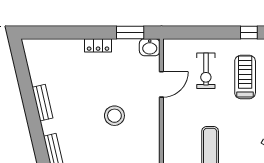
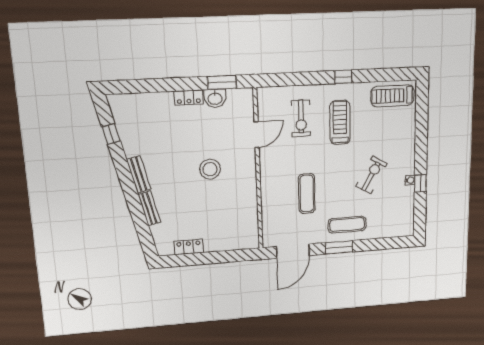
washbasin: (150, 47) -> (215, 98), moved
window: (23, 76) -> (111, 134), added
bench: (43, 103) -> (139, 174), moved

